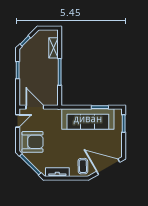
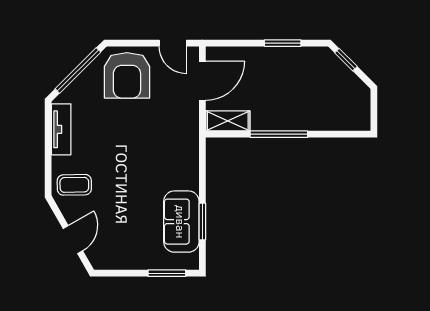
shelving: (54, 48) -> (228, 121), moved
sofa: (88, 119) -> (181, 222), width x0.54, depth x0.79
door: (108, 167) -> (73, 240), width x0.53

